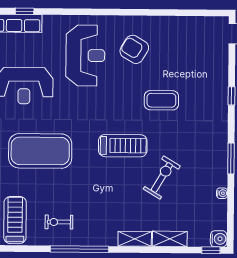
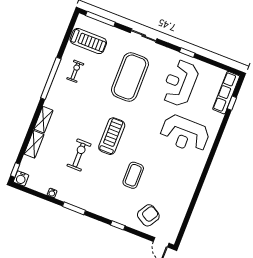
armchair: (134, 49) -> (148, 215), moved
treadmill: (123, 146) -> (112, 136), turned 180
exercise bike: (162, 178) -> (79, 155), turned -121

